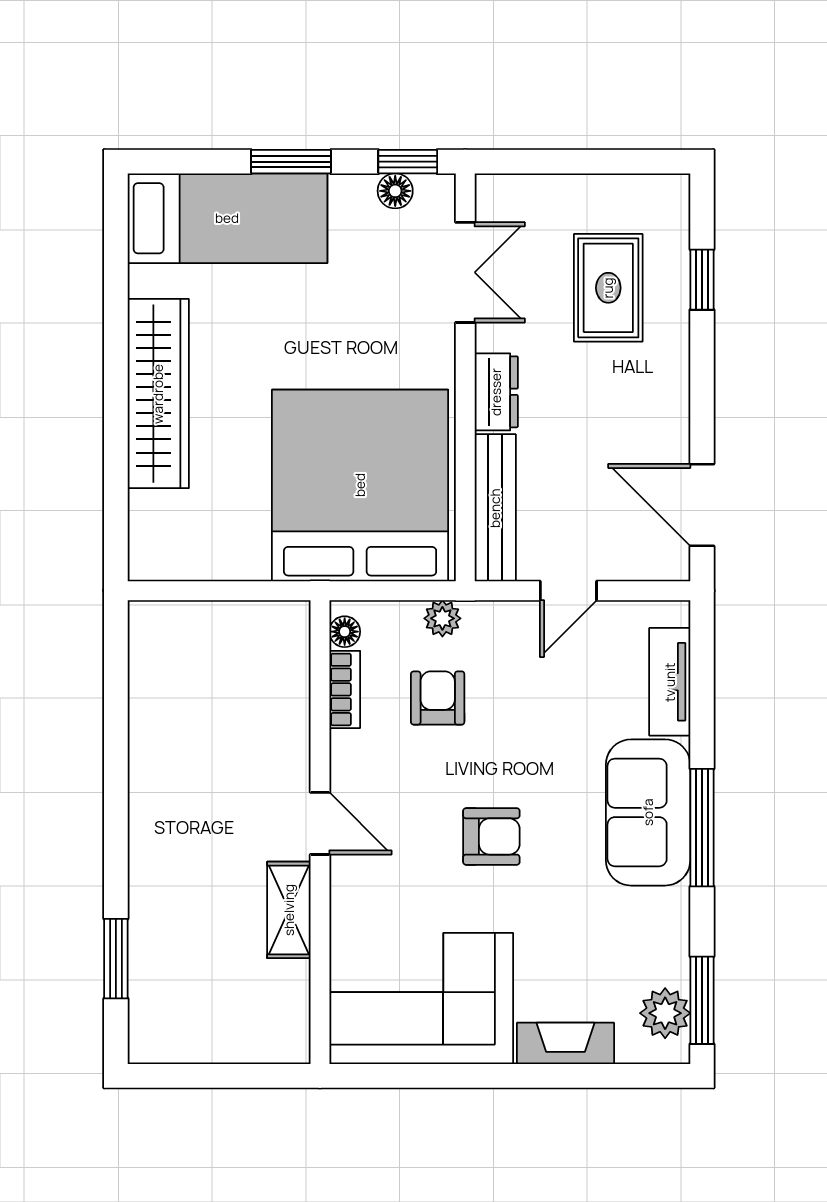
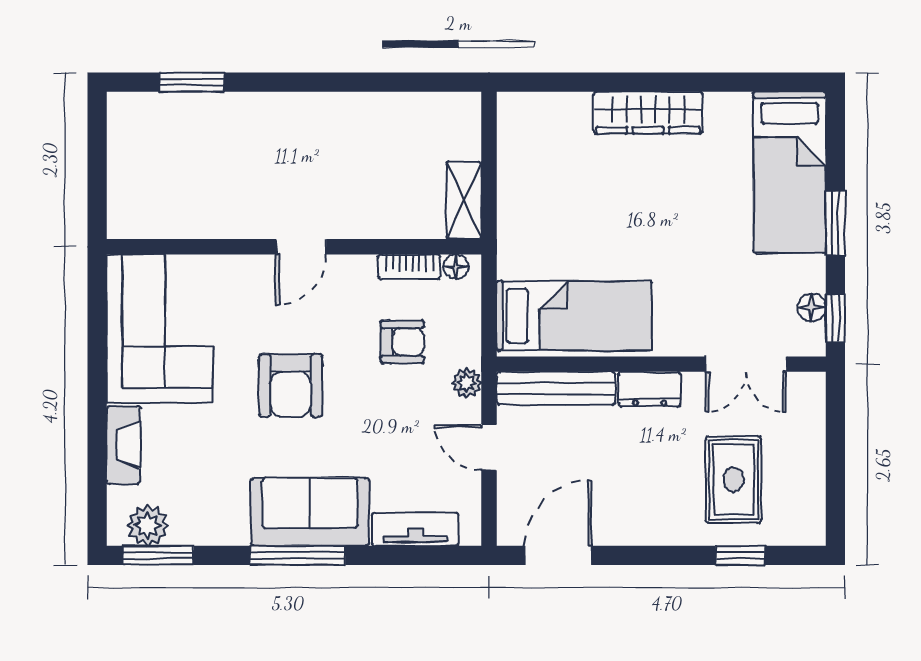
rug: (608, 288) -> (734, 480), turned 90
wardrobe: (158, 394) -> (648, 113), width x0.71, depth x0.85
bed: (360, 485) -> (574, 316), width x0.49
plant: (442, 618) -> (467, 383), moved
armchair: (491, 836) -> (291, 385), width x1.38, depth x1.38
shelving: (289, 910) -> (464, 200), moved, turned 90

